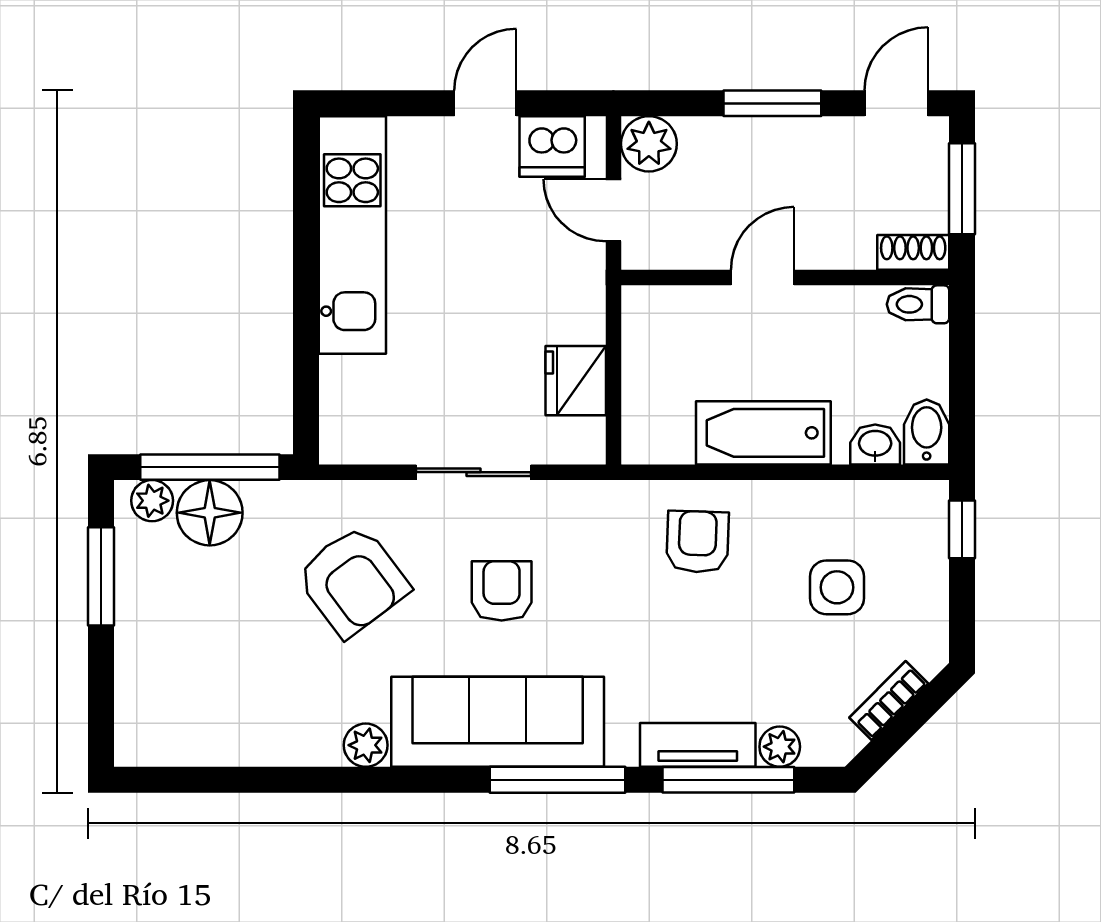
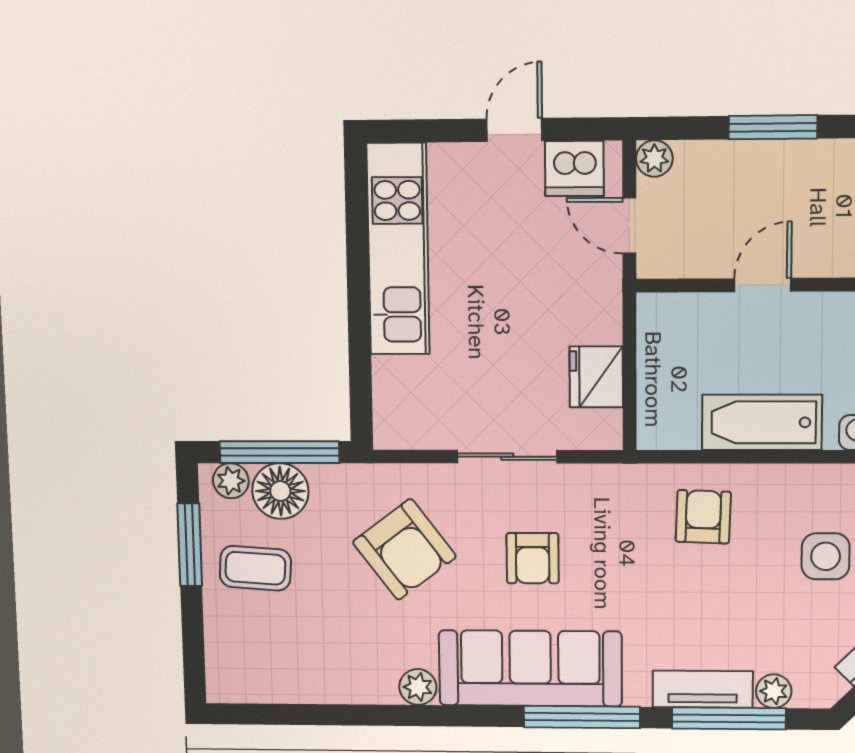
plant: (649, 144) -> (654, 159), width x0.73, depth x0.73
armchair: (502, 591) -> (533, 558), turned 180
coffee table: (178, 604) -> (255, 568), added

